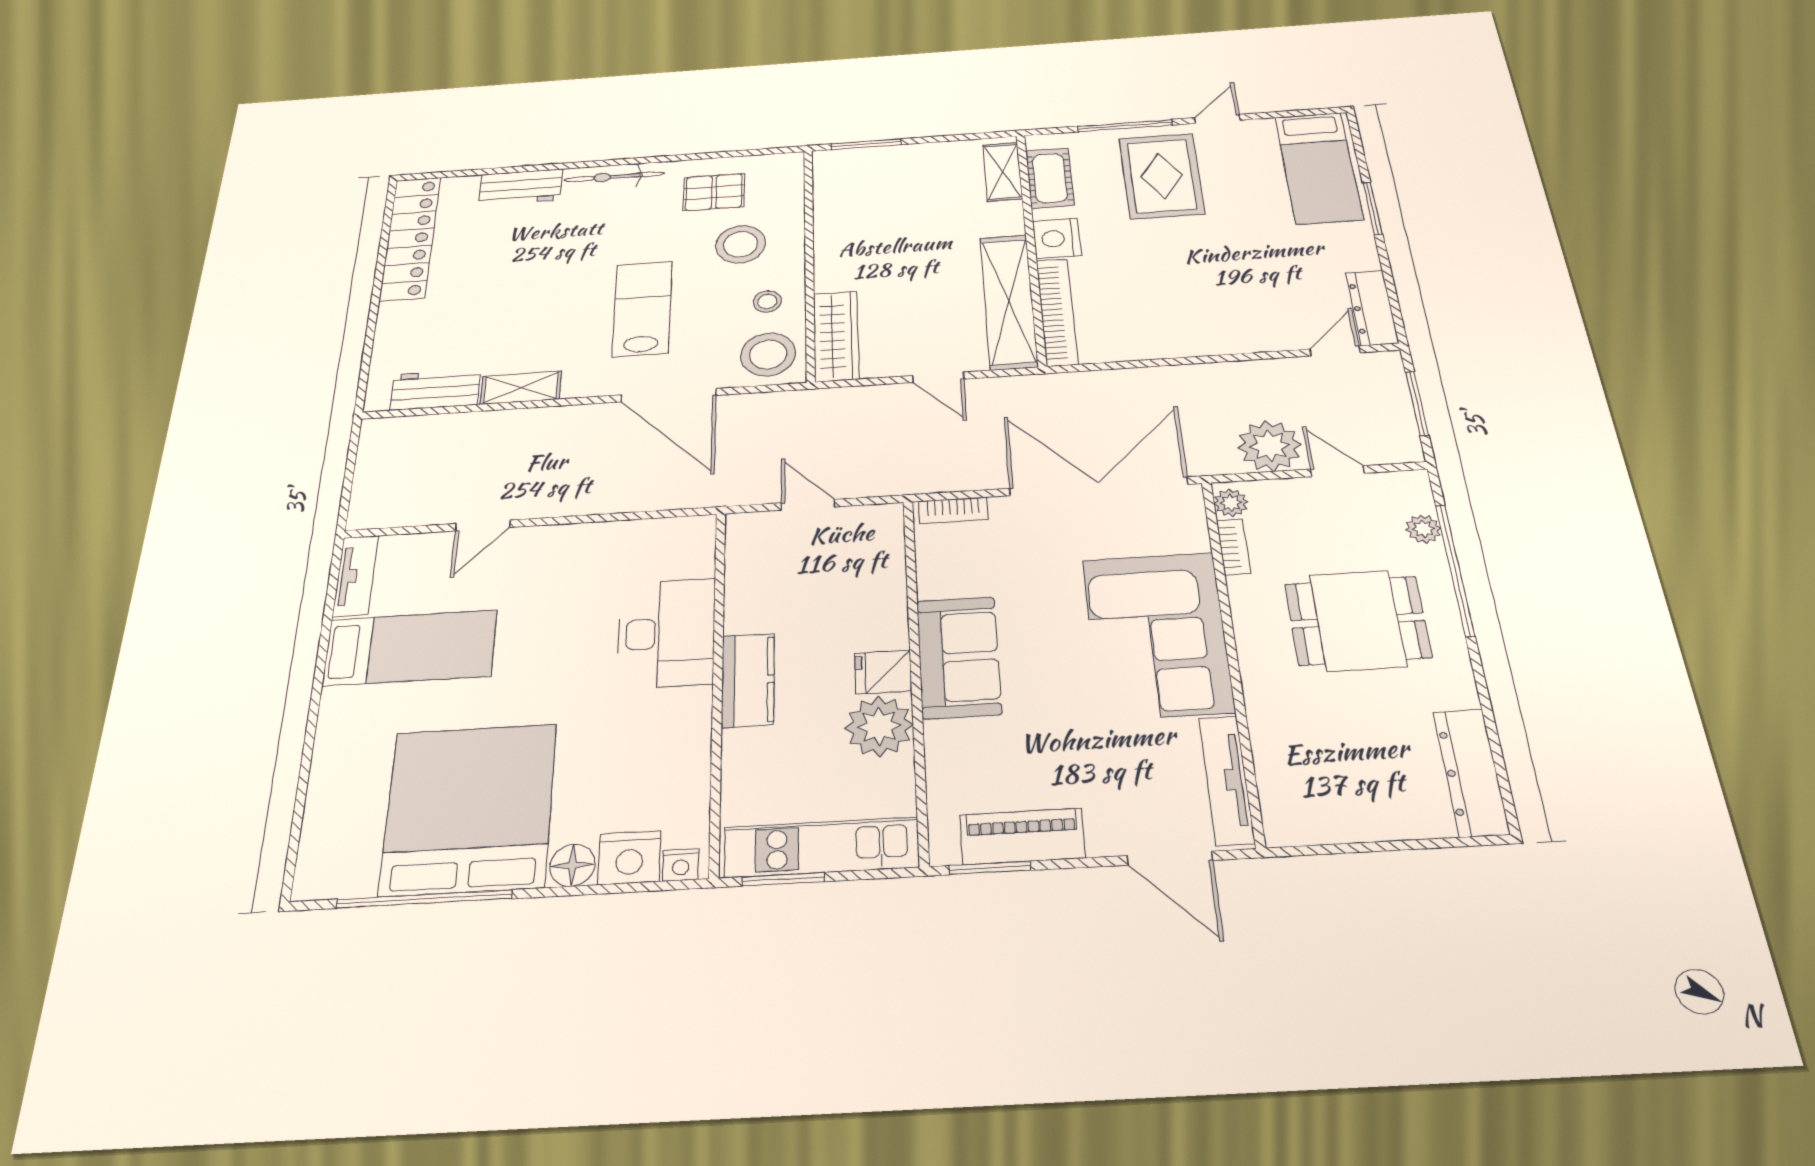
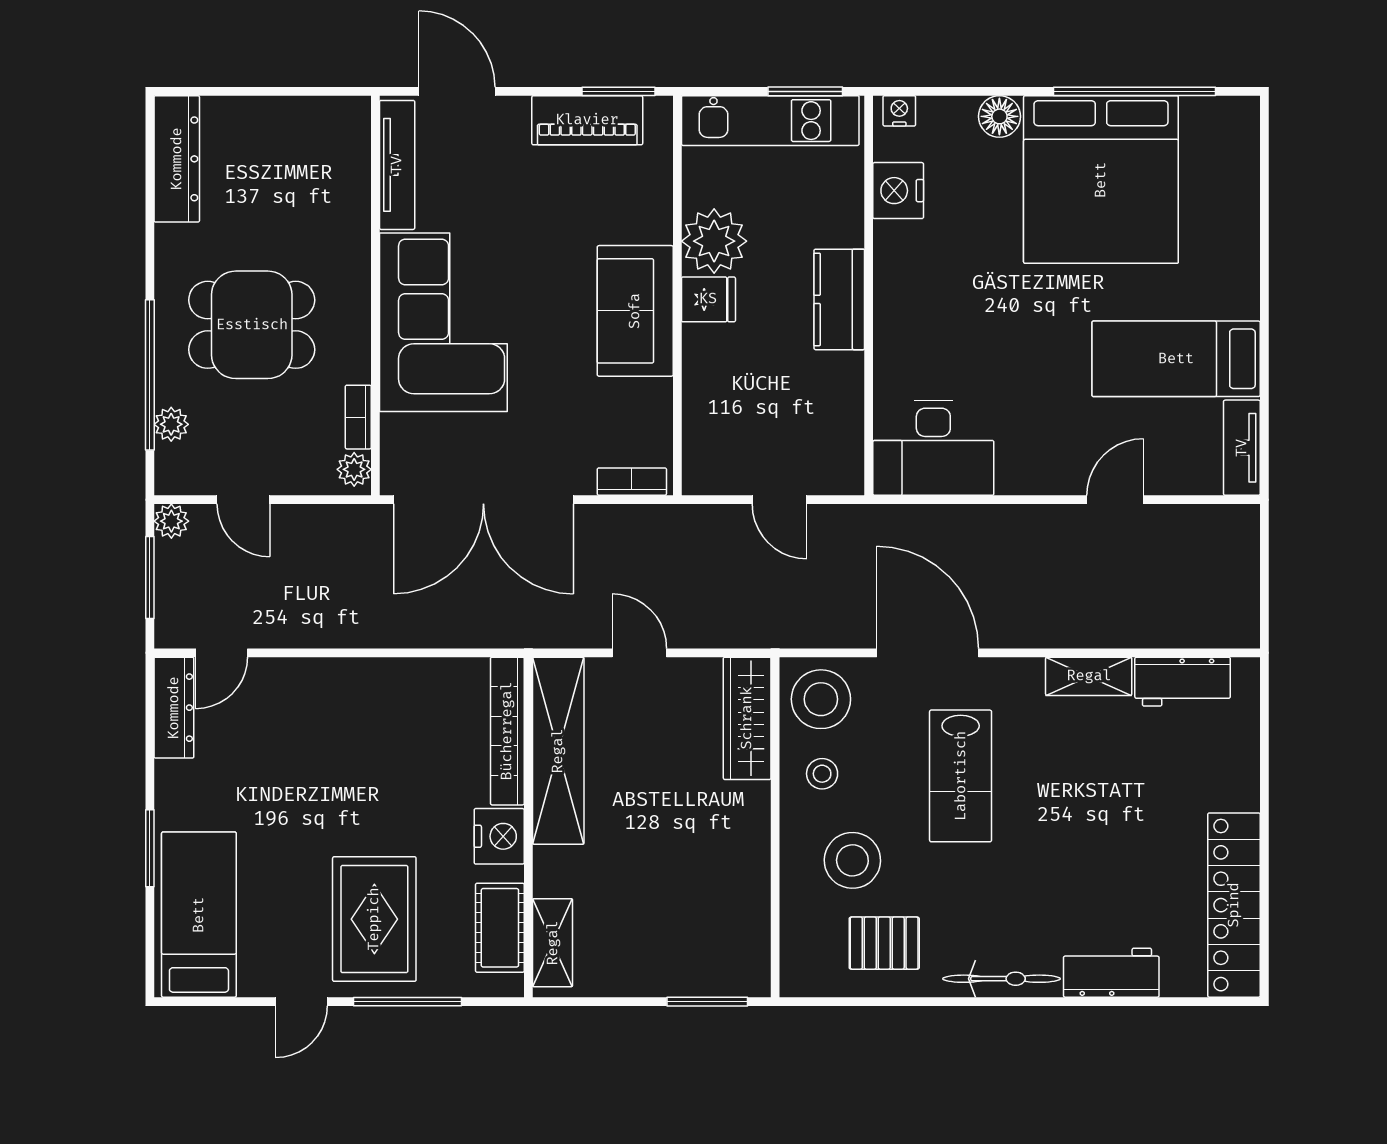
plant: (1270, 446) -> (171, 521), moved, width x0.53, depth x0.53
desk: (666, 633) -> (933, 448), moved, turned -90
nightstand: (629, 858) -> (898, 191), moved, turned -90

